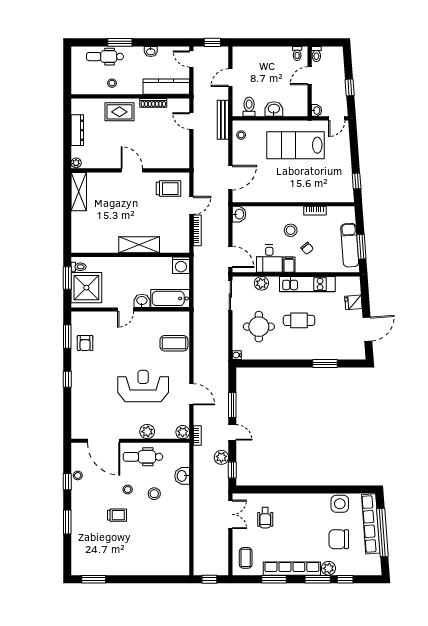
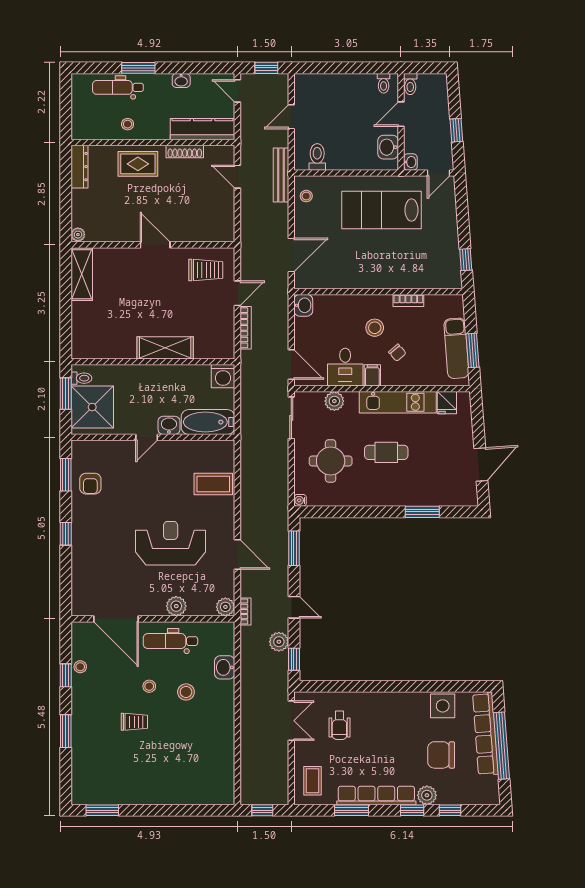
washbasin: (274, 109) -> (388, 147), moved, turned -90
dresser: (77, 130) -> (79, 167), moved
fridge: (353, 302) -> (447, 403), moved, turned -86
window: (232, 405) -> (294, 548), moved
window: (318, 579) -> (412, 810), width x0.67

